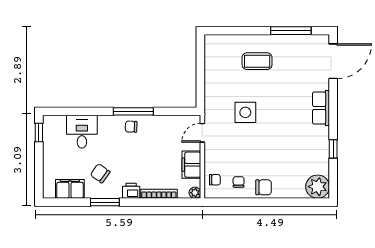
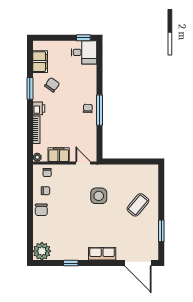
window: (291, 31) -> (161, 231), width x0.69
coffee table: (257, 61) -> (138, 205), turned 40
desk: (82, 132) -> (84, 52), moved

